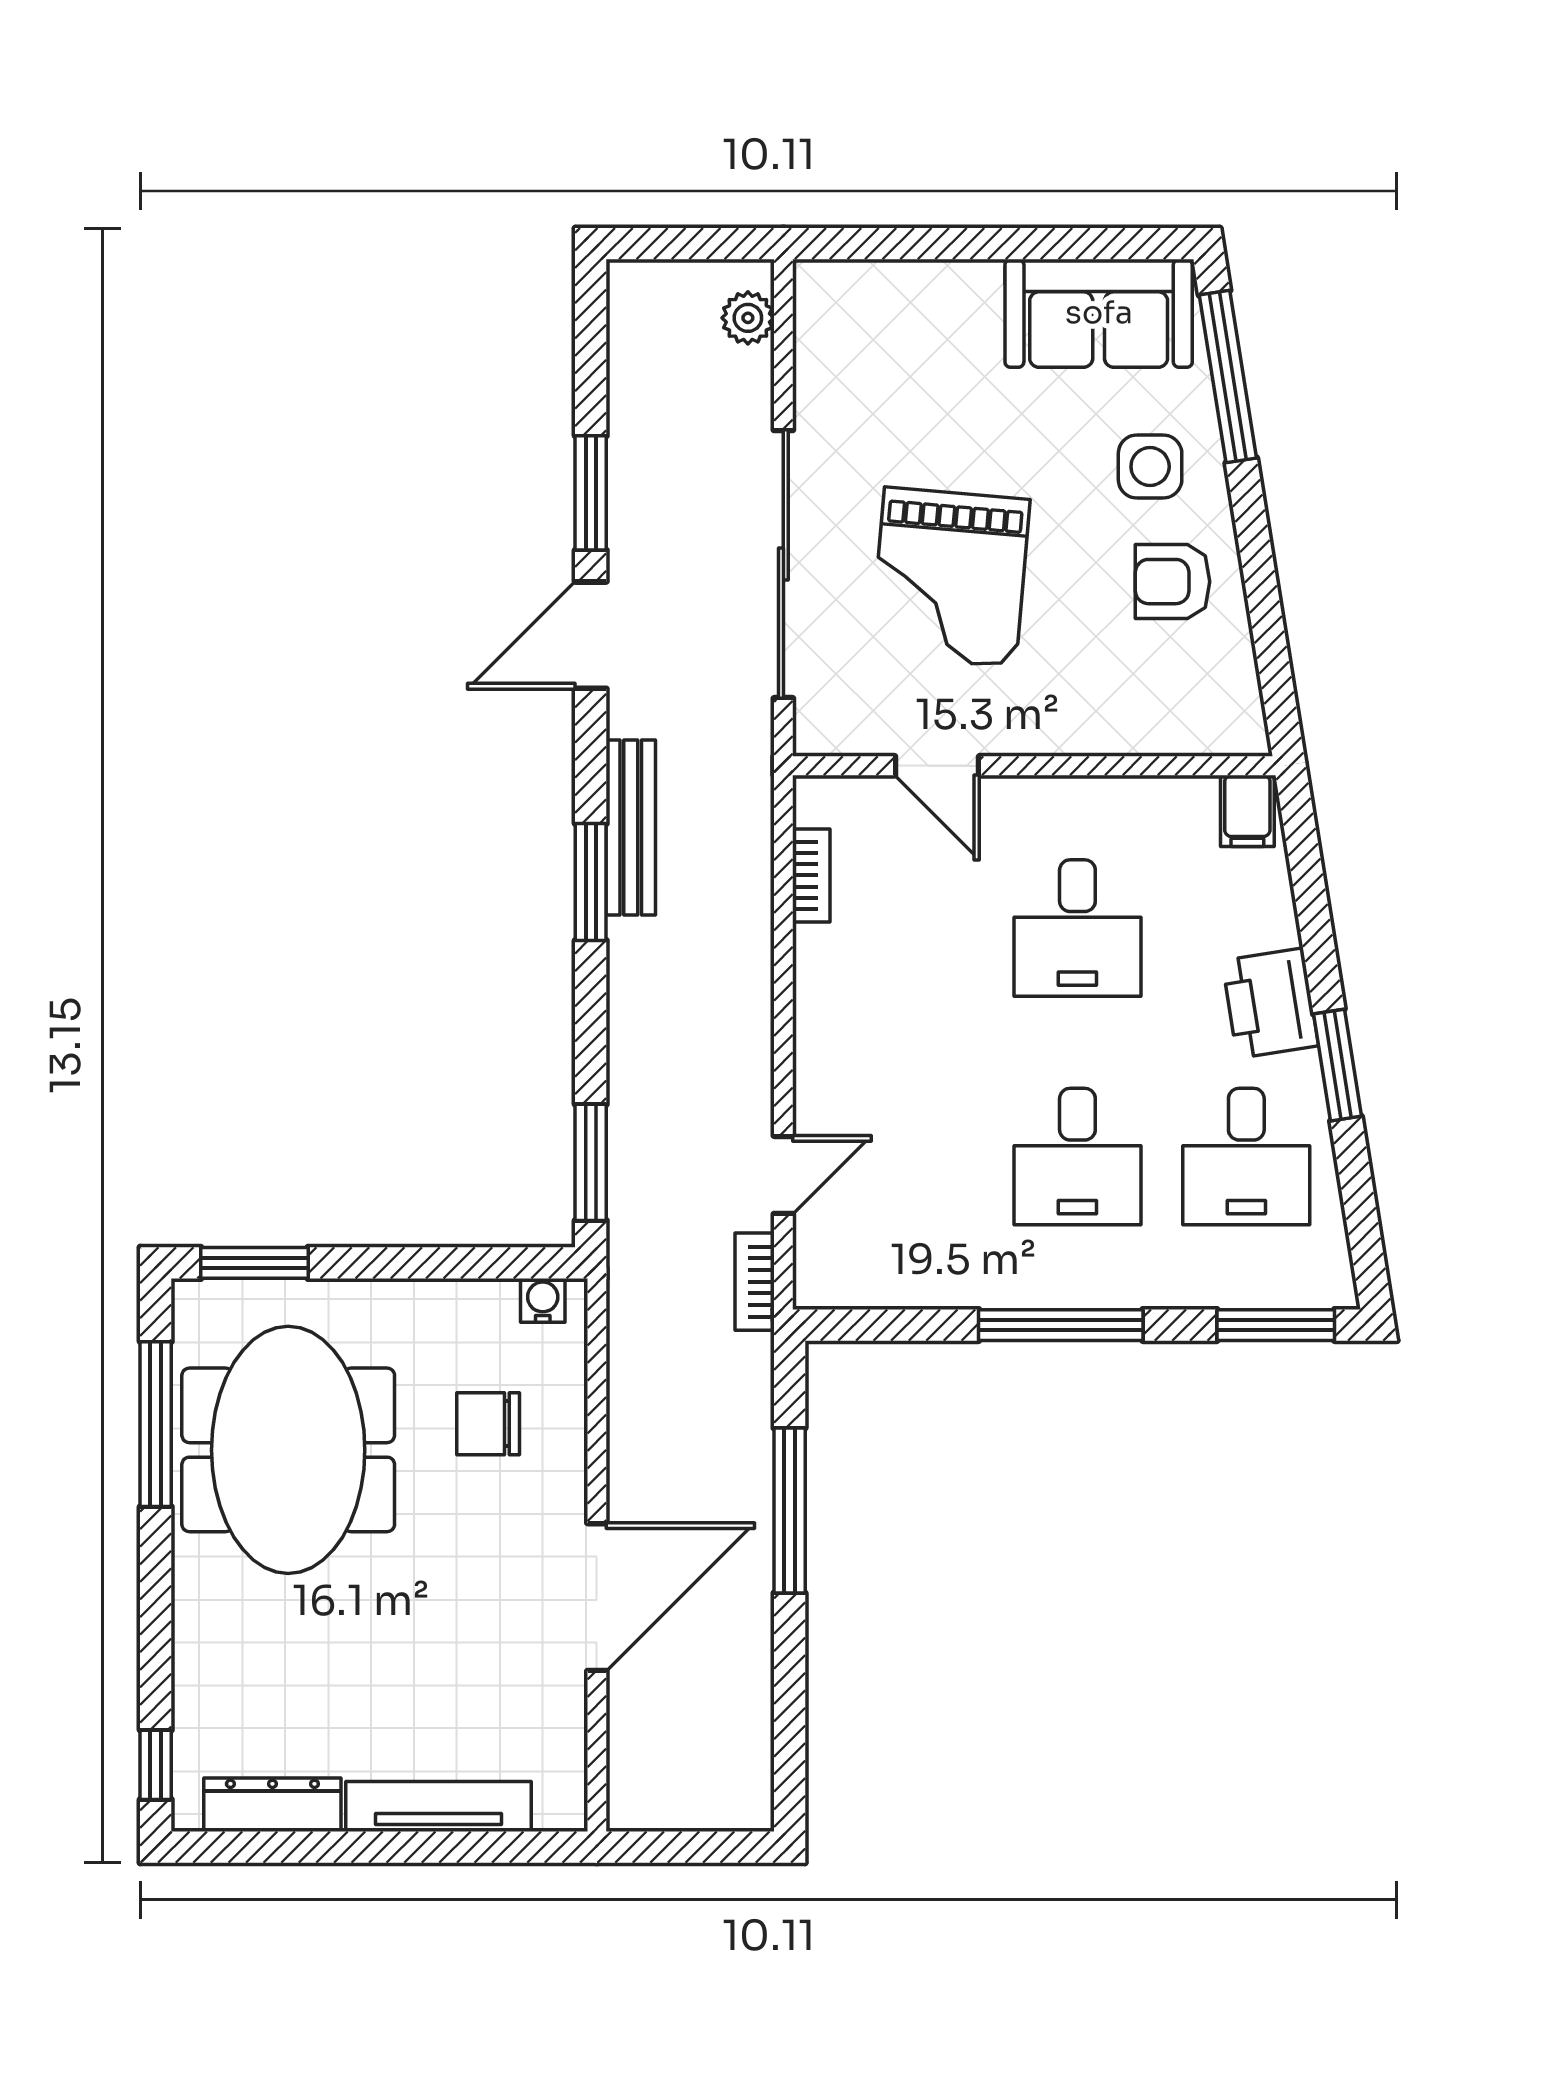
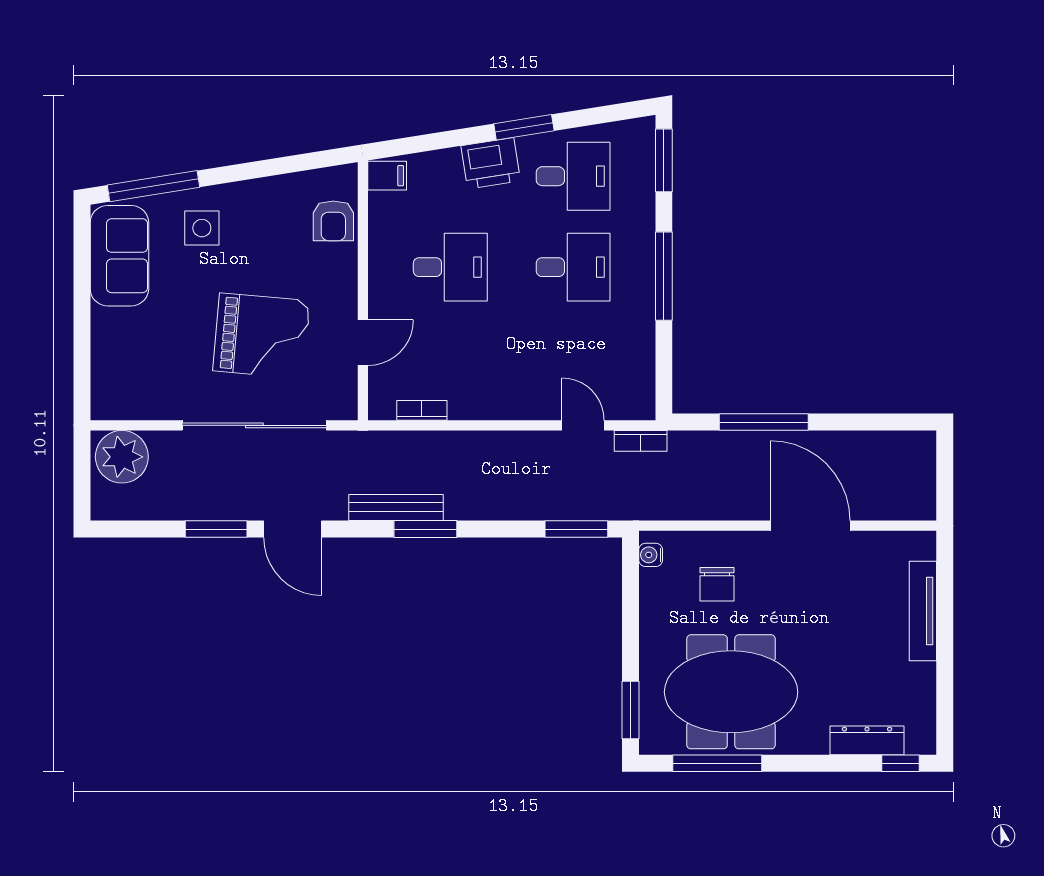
plant: (748, 318) -> (122, 457), width x1.88, depth x1.88
armchair: (1172, 582) -> (333, 221), moved
dresser: (272, 1805) -> (867, 740), moved, turned 90

